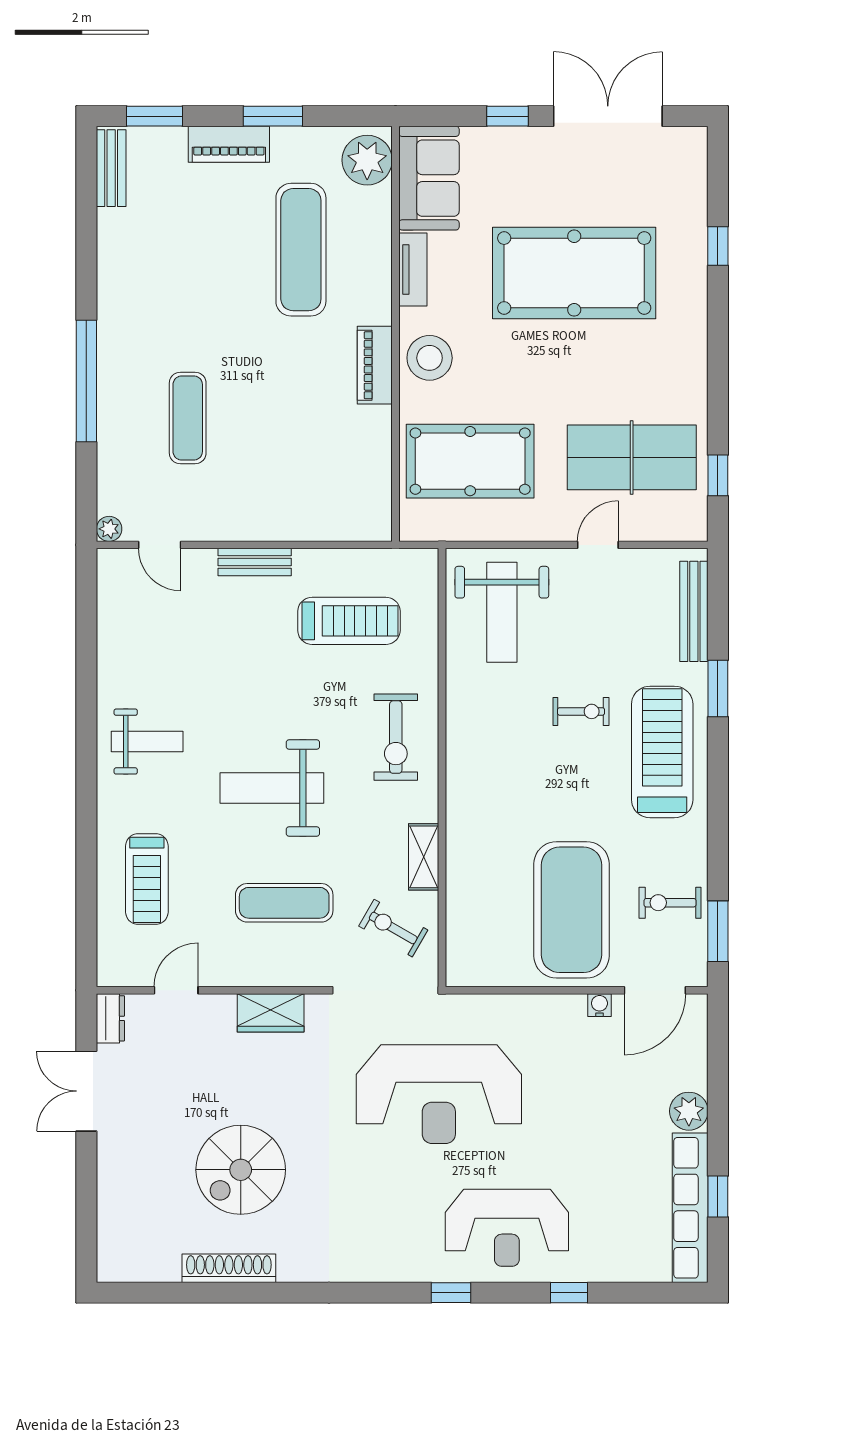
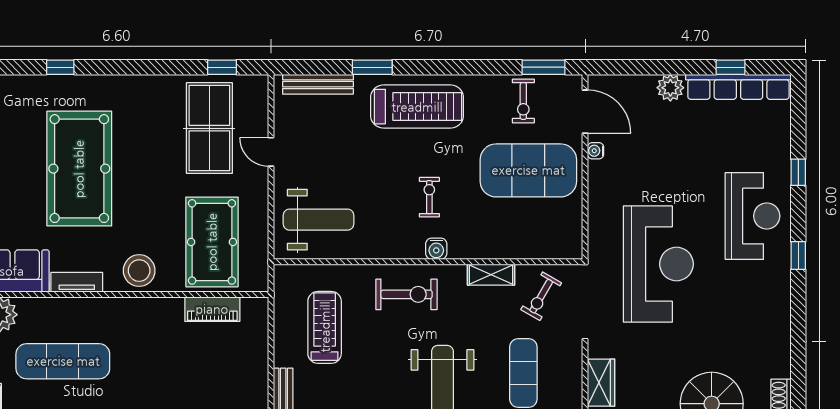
piano: (375, 365) -> (212, 309), moved
exercise bike: (581, 711) -> (429, 197), moved
treadmill: (662, 752) -> (417, 107), turned 180
water cooler: (461, 779) -> (436, 249), added

